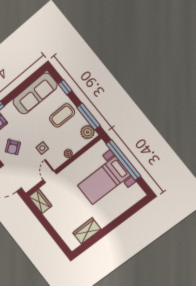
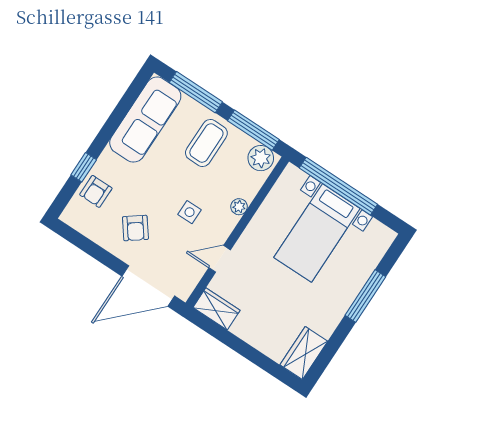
window: (65, 87) -> (196, 92), width x2.17
door: (50, 177) -> (220, 259), hinge flipped
window: (118, 221) -> (365, 296), added
wardrobe: (87, 231) -> (304, 353), moved

